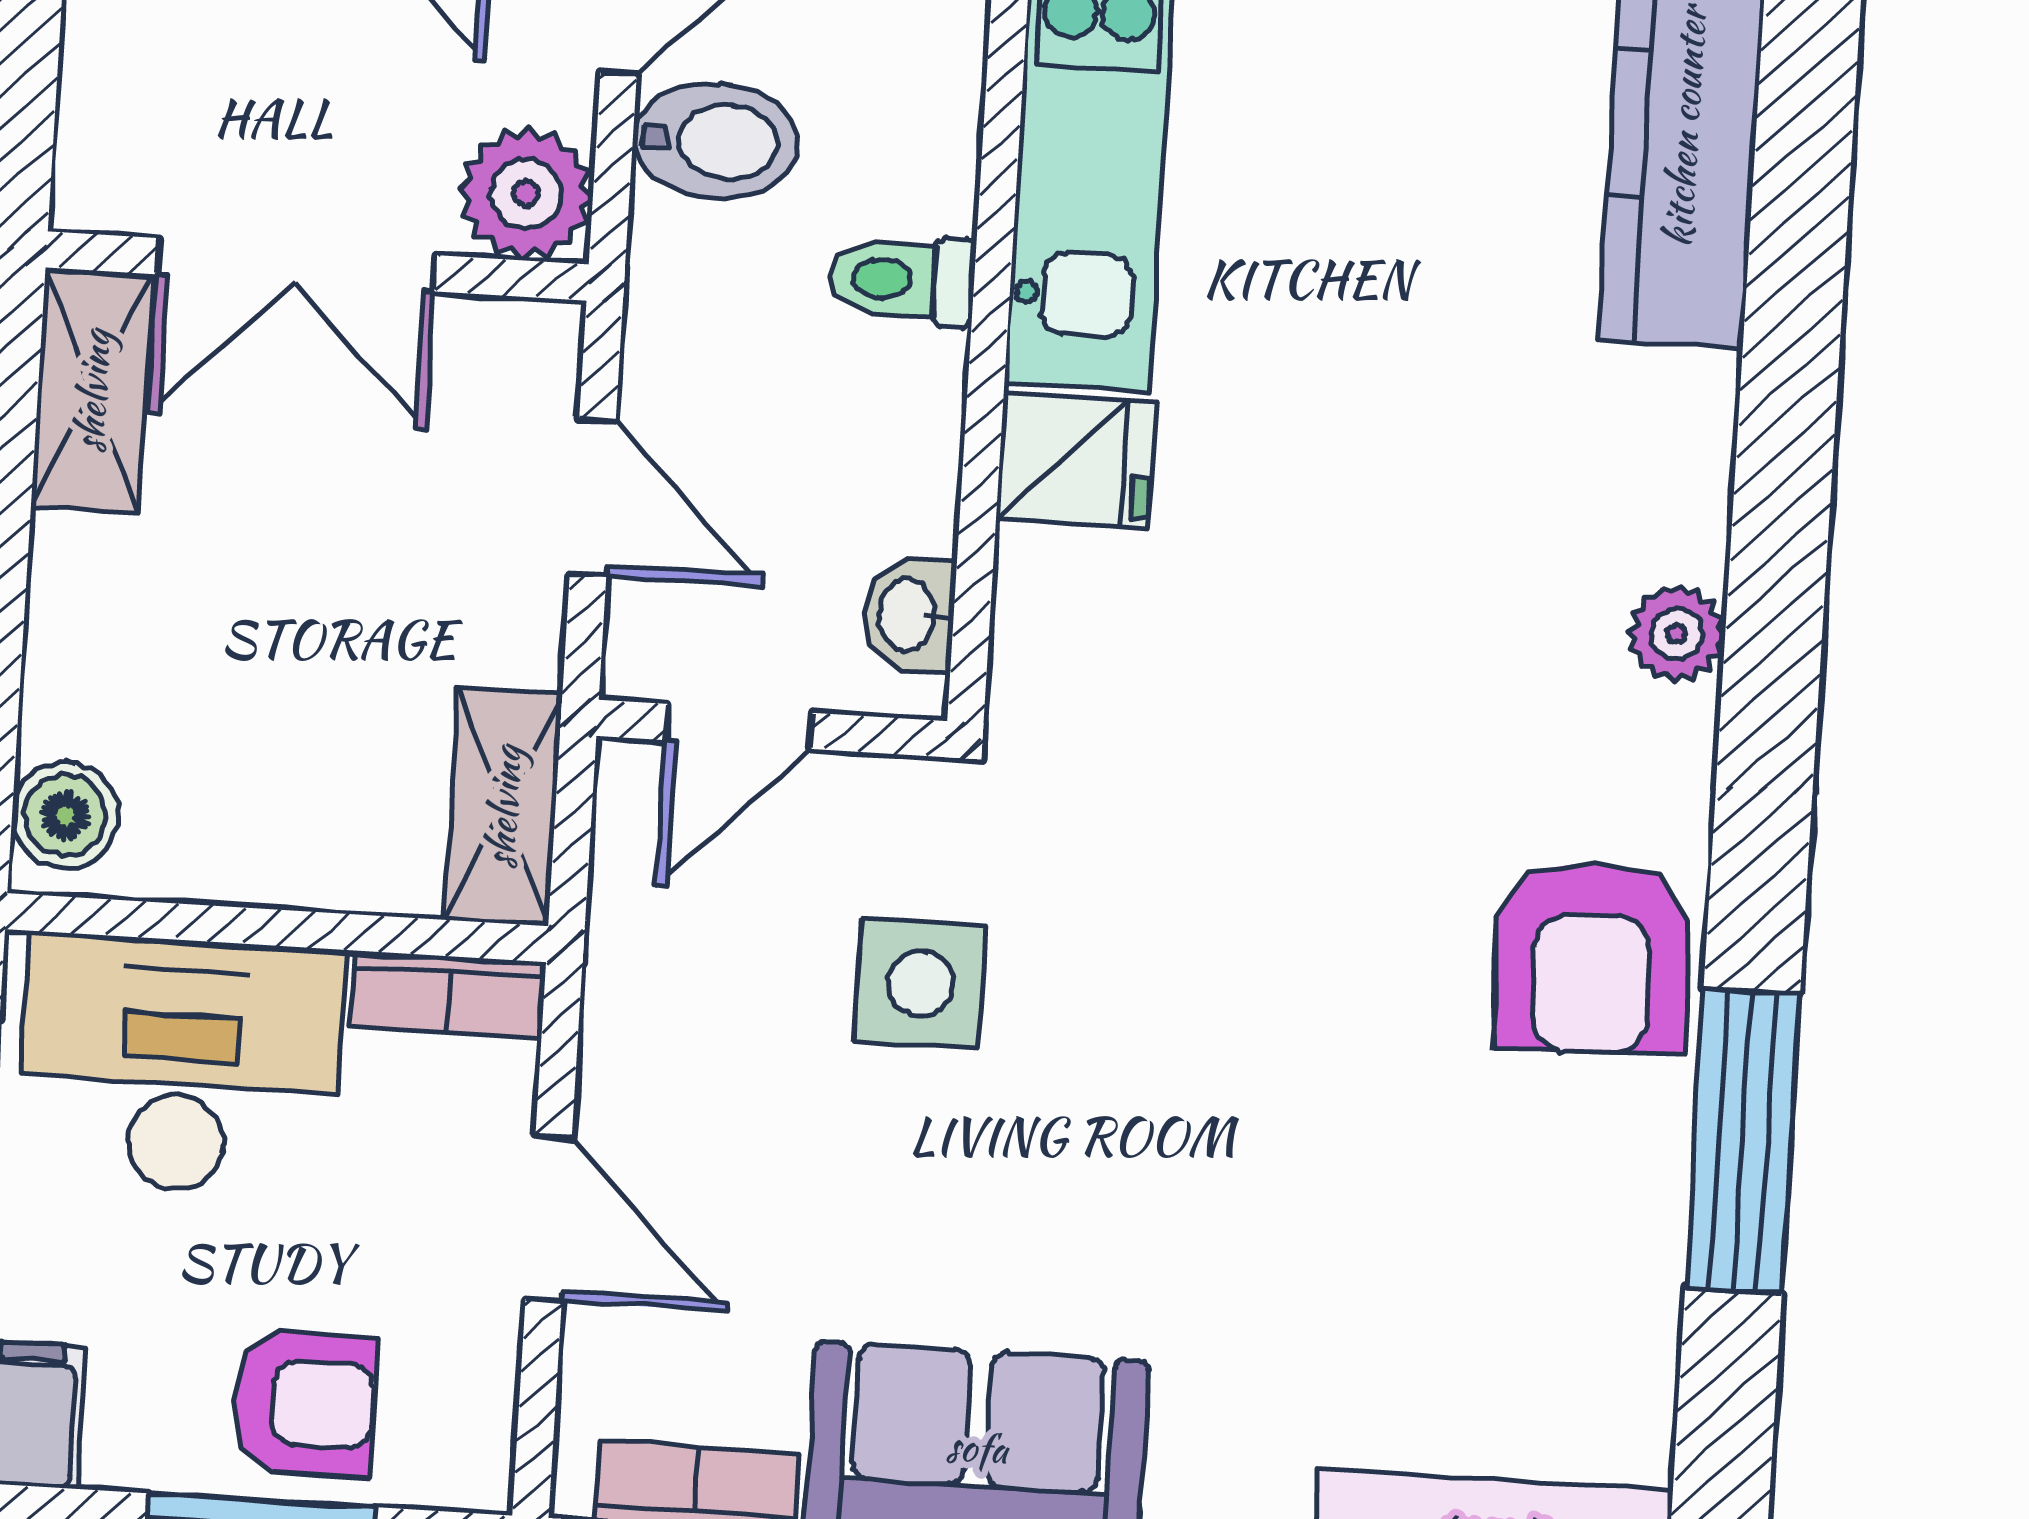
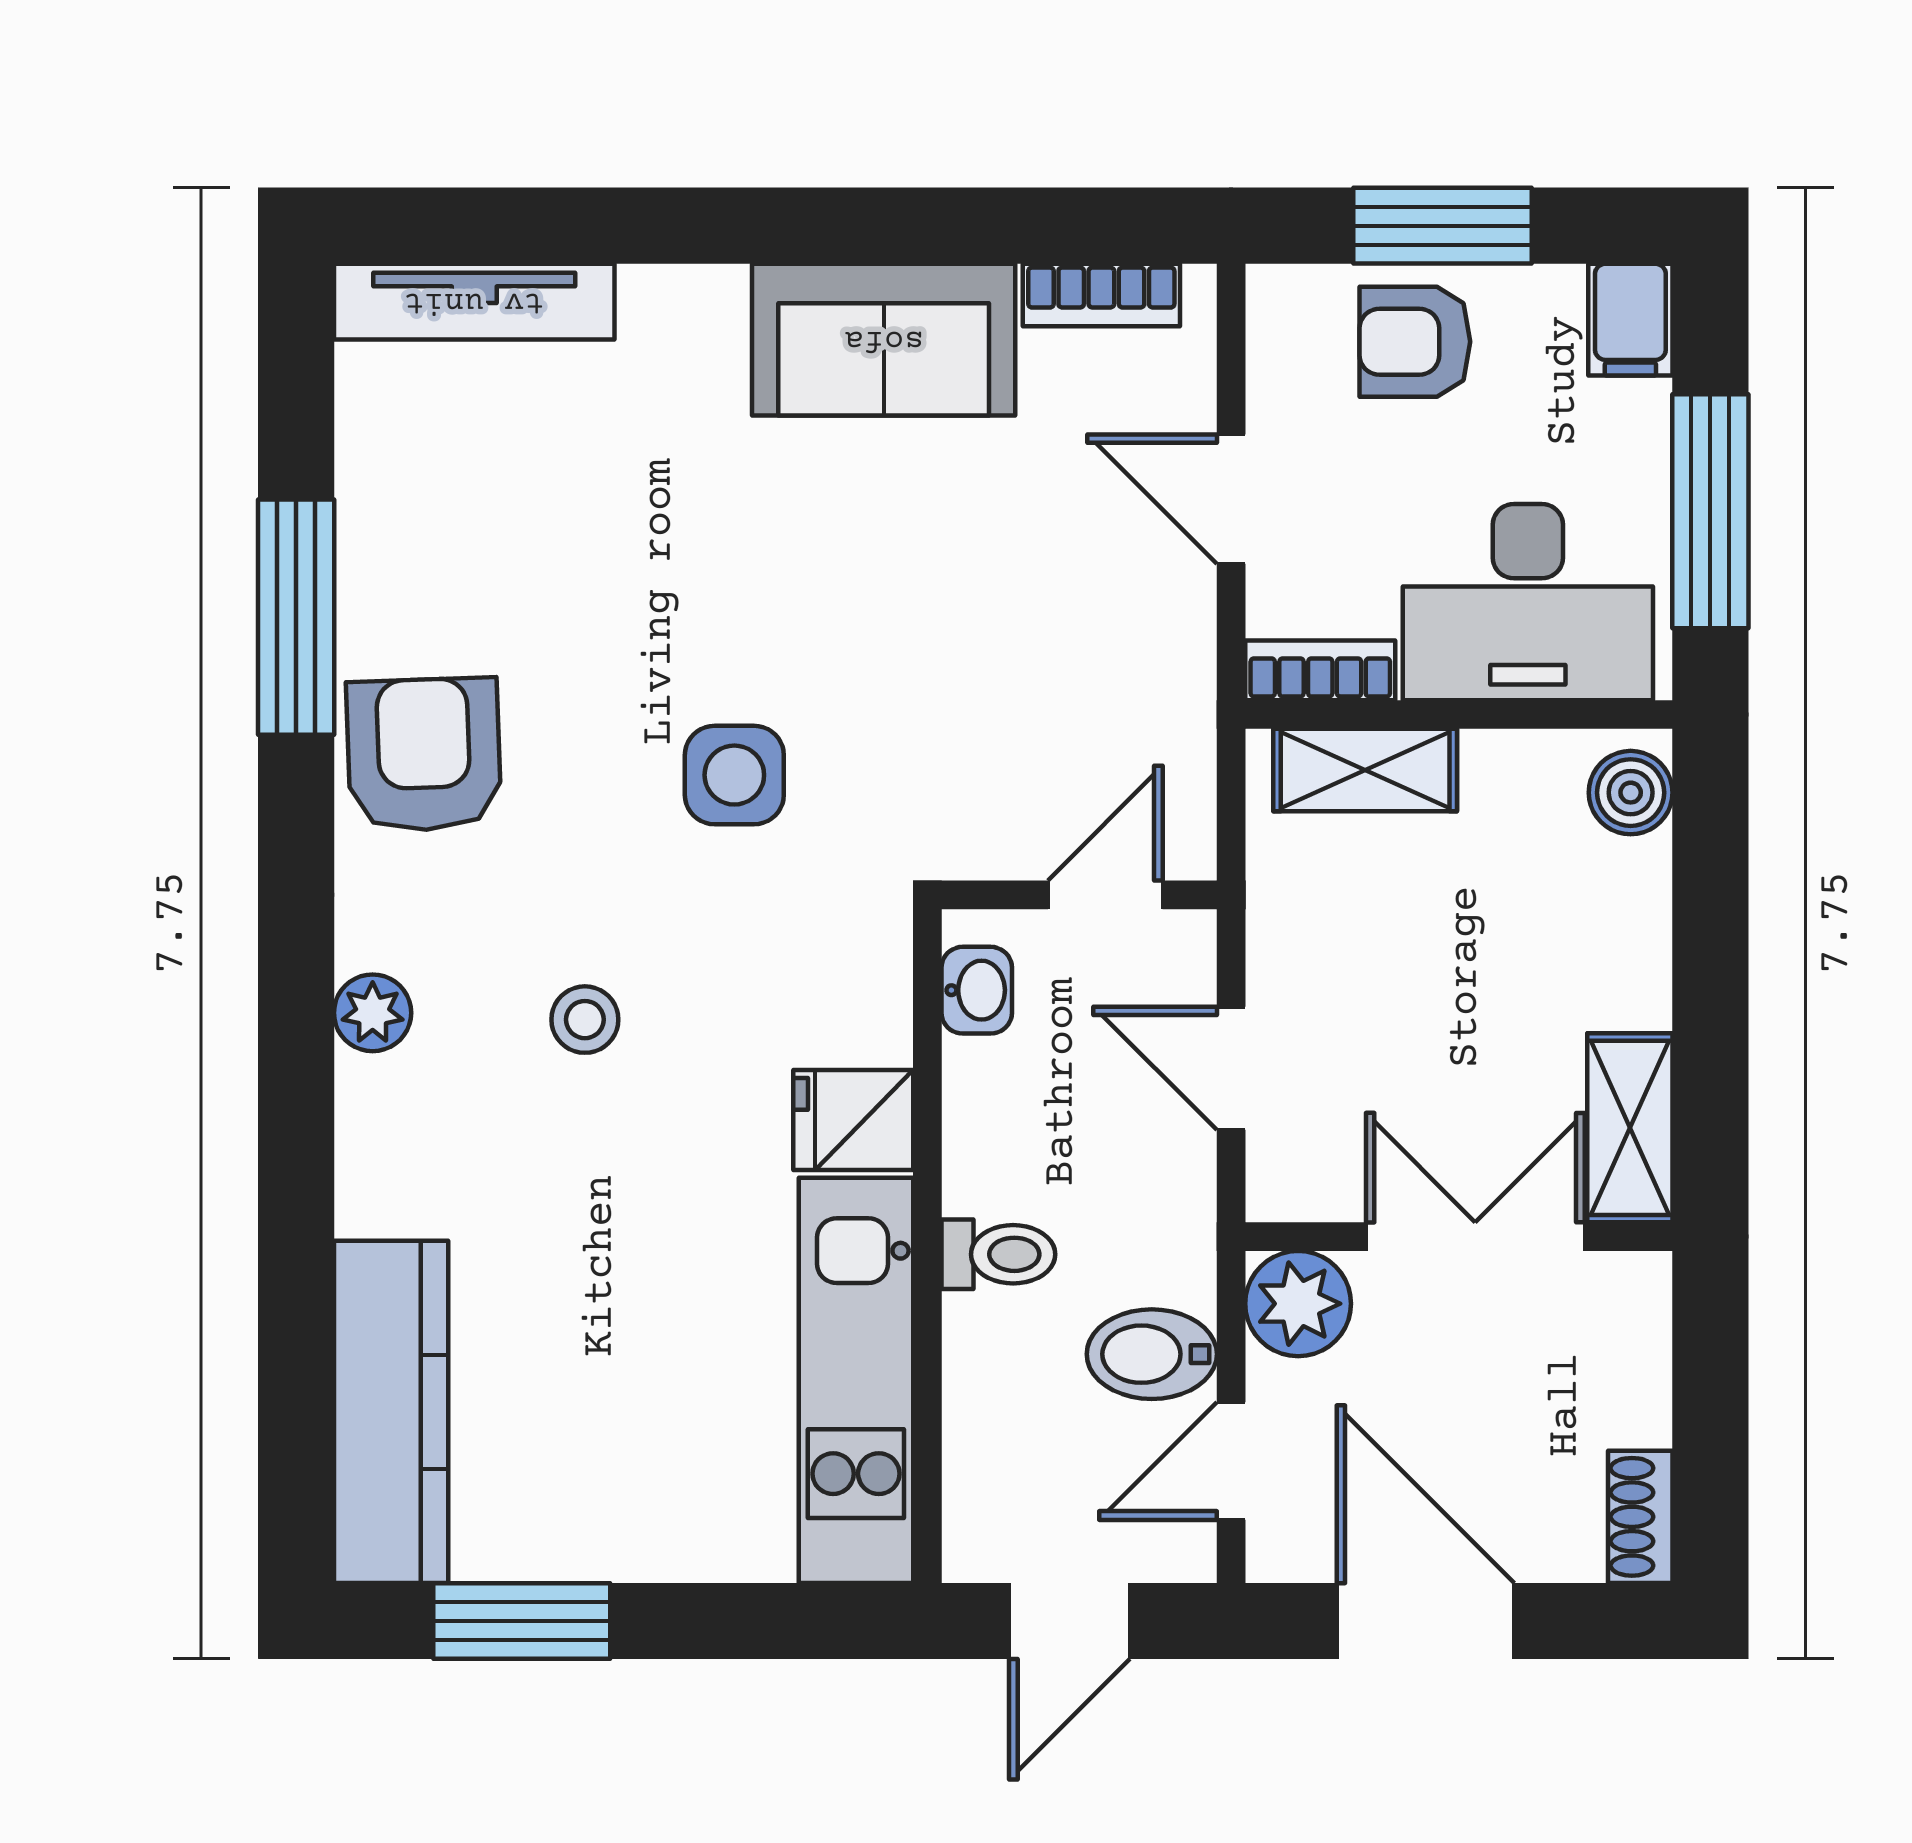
stool: (1408, 609) -> (585, 1020), added
shelving: (503, 807) -> (1365, 770), moved, turned 90
side table: (920, 984) -> (734, 775), moved

